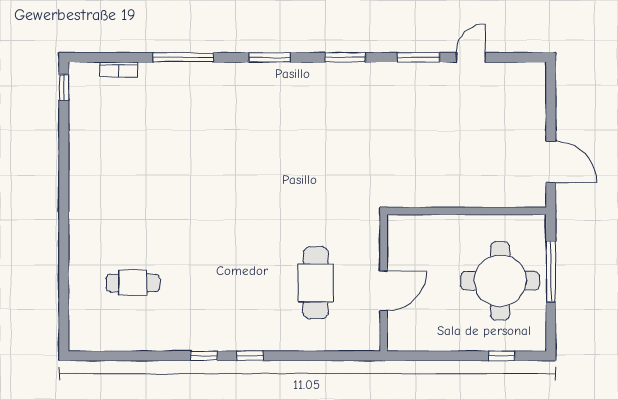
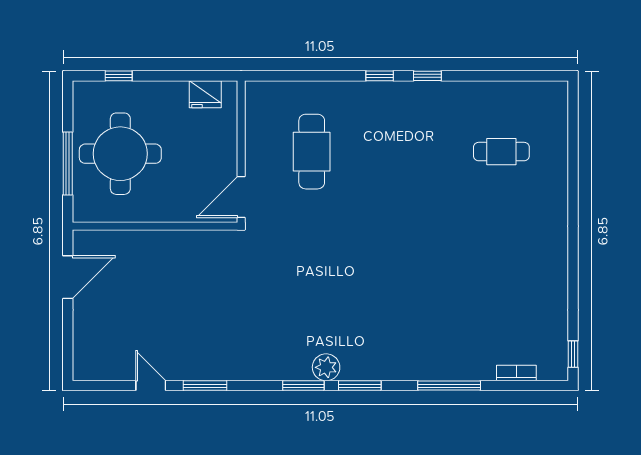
window: (345, 57) -> (303, 386), moved
door: (471, 57) -> (151, 386), swing flipped
plant: (302, 75) -> (326, 367), added
door: (551, 162) -> (68, 277), swing flipped
door: (384, 291) -> (241, 197), moved
fridge: (418, 338) -> (205, 94), added

